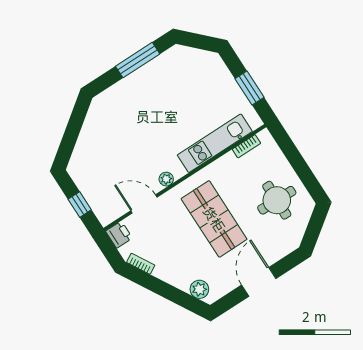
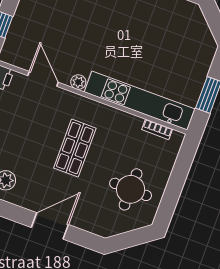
kitchen unit: (215, 143) -> (140, 101), width x1.36
shop shelf: (214, 219) -> (75, 148), width x0.70, depth x0.74

